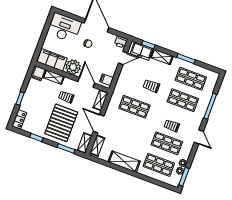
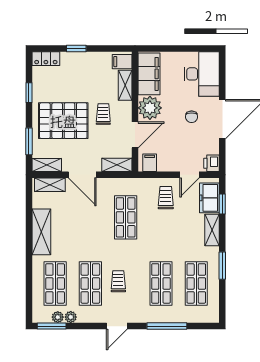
door: (123, 58) -> (190, 175), hinge flipped
trolley: (151, 86) -> (166, 198), moved
door: (99, 124) -> (82, 175), swing flipped

